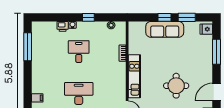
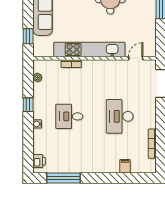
window: (165, 17) -> (28, 36), moved
printer: (63, 26) -> (39, 161), moved
kitchen unit: (134, 76) -> (89, 49), width x1.36

